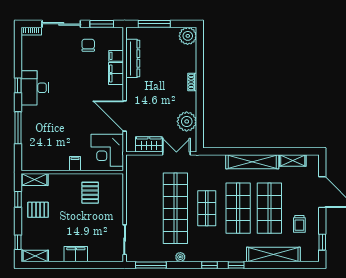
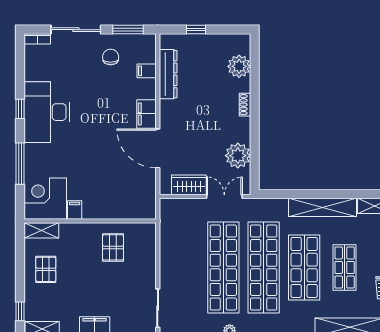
window: (154, 24) -> (196, 30), width x0.46
plant: (188, 36) -> (239, 66), moved
filing cabinet: (116, 73) -> (146, 114), moved
desk: (35, 88) -> (47, 112), width x1.36, depth x1.30
corner desk: (107, 150) -> (45, 199), moved, turned 90
filing cabinet: (75, 164) -> (75, 210), moved
window: (18, 199) -> (20, 256), removed
shop shelf: (207, 208) -> (264, 267), width x2.00, depth x1.36
shop shelf: (269, 208) -> (345, 267), width x0.70, depth x0.74
pallet: (38, 210) -> (46, 269), turned 90

